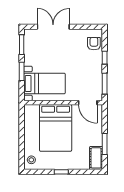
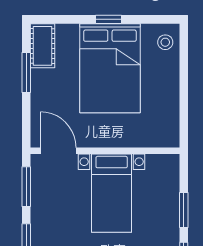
bed with nightstands: (44, 84) -> (112, 193), moved, turned -90
bed: (56, 128) -> (110, 68), moved, turned 180

